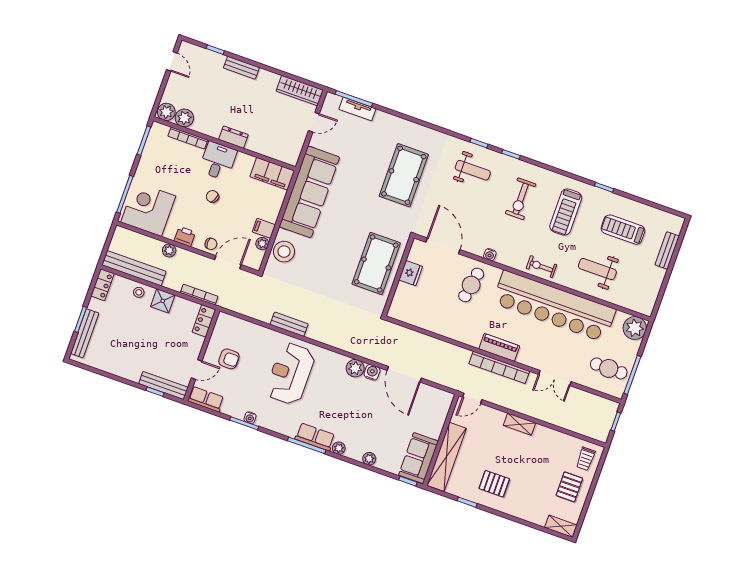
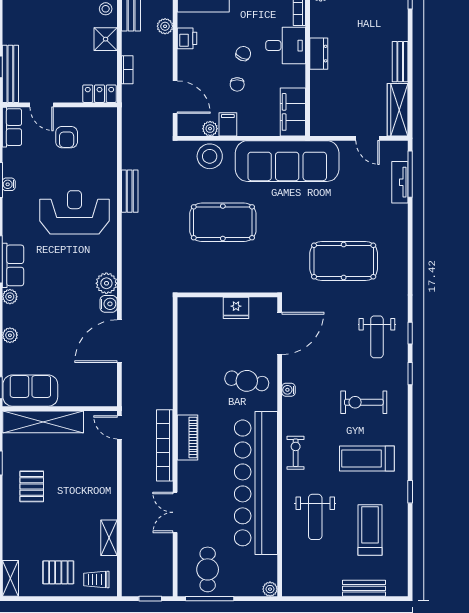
bench: (241, 68) -> (400, 62), moved
chair: (211, 244) -> (237, 84), moved
pool table: (376, 264) -> (223, 222), moved
weight bench: (597, 269) -> (315, 517), turned 180
bookcase: (199, 295) -> (127, 70), width x0.64
plant: (635, 328) -> (270, 589), width x0.53, depth x0.53
shelving: (520, 424) -> (109, 538), moved

